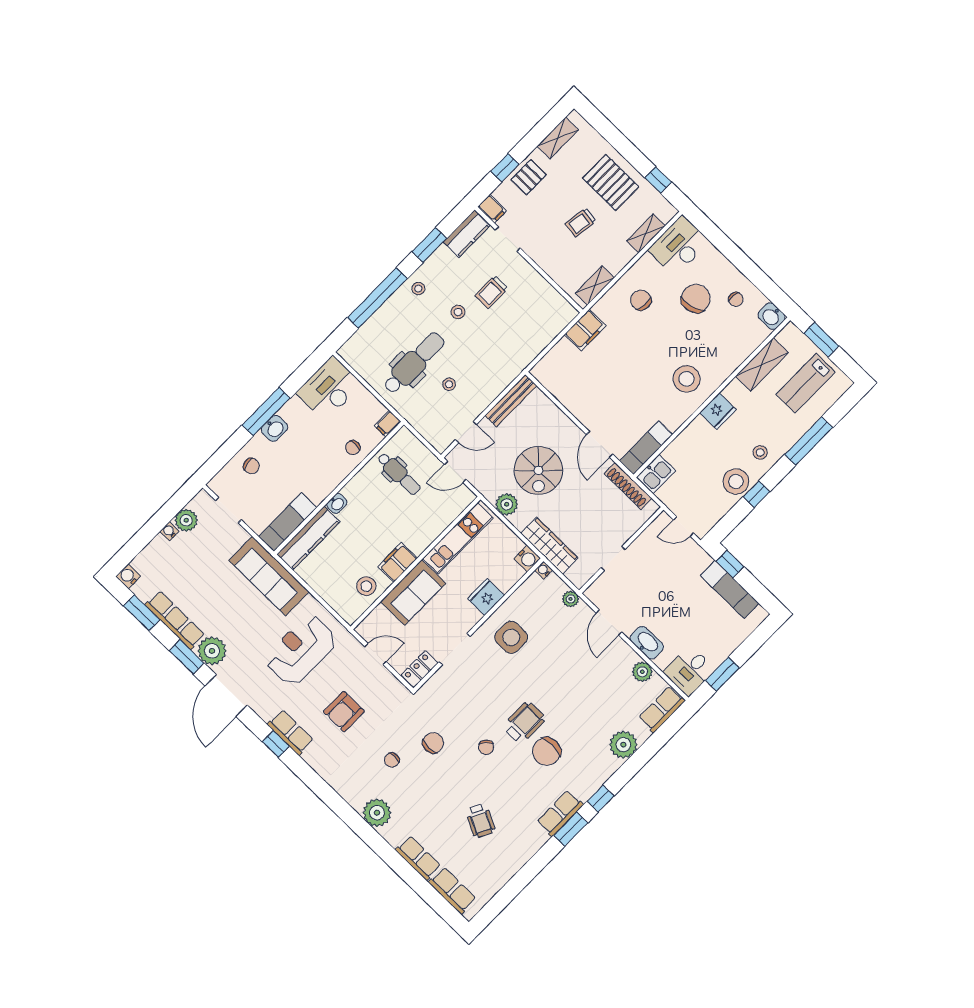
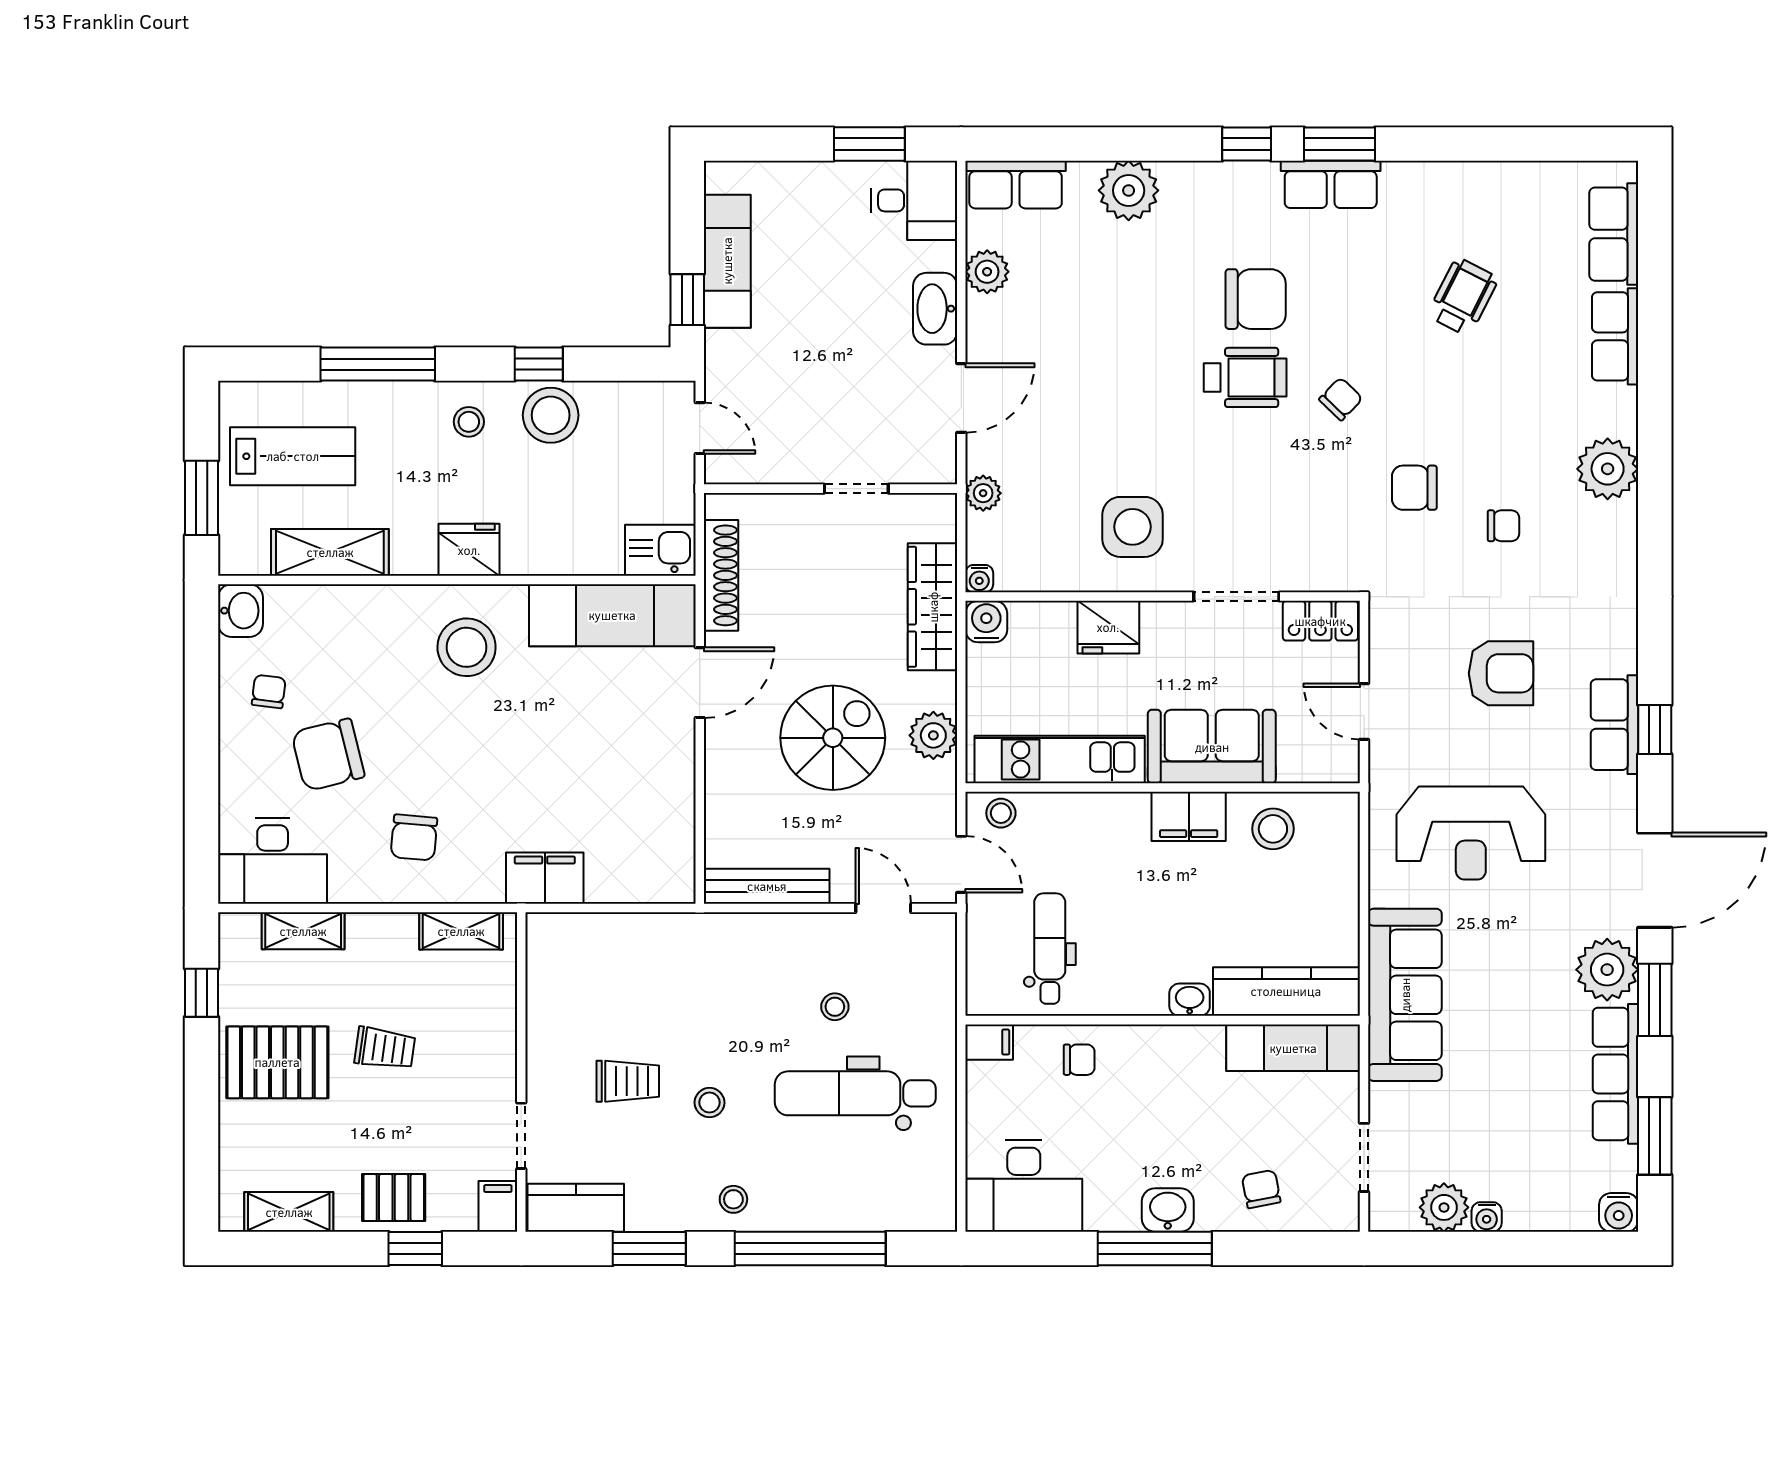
pallet: (611, 182) -> (277, 1062), turned 90
exam couch: (646, 448) -> (612, 615), width x1.36, depth x1.45
stool: (459, 501) -> (1001, 813), added
wheelchair: (524, 723) -> (1245, 377), turned 180

